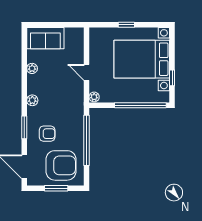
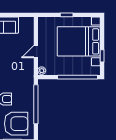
door: (86, 72) -> (36, 52), hinge flipped

